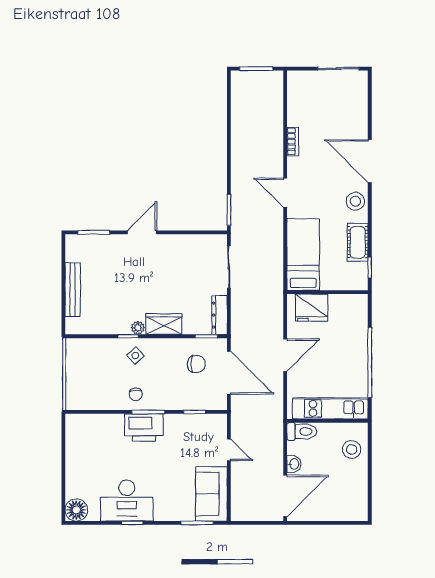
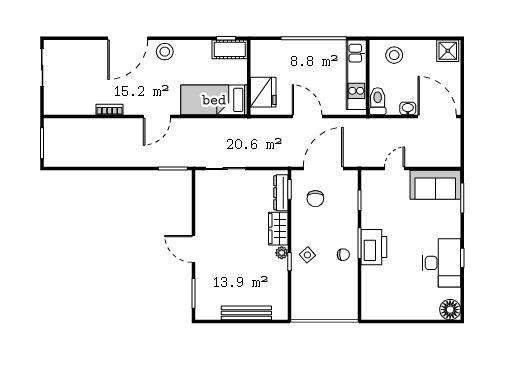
cot: (358, 242) -> (230, 49), moved
dresser: (220, 315) -> (281, 193), moved, turned 90
chair: (196, 364) -> (315, 199), turned 180
shower: (356, 507) -> (448, 51), added

